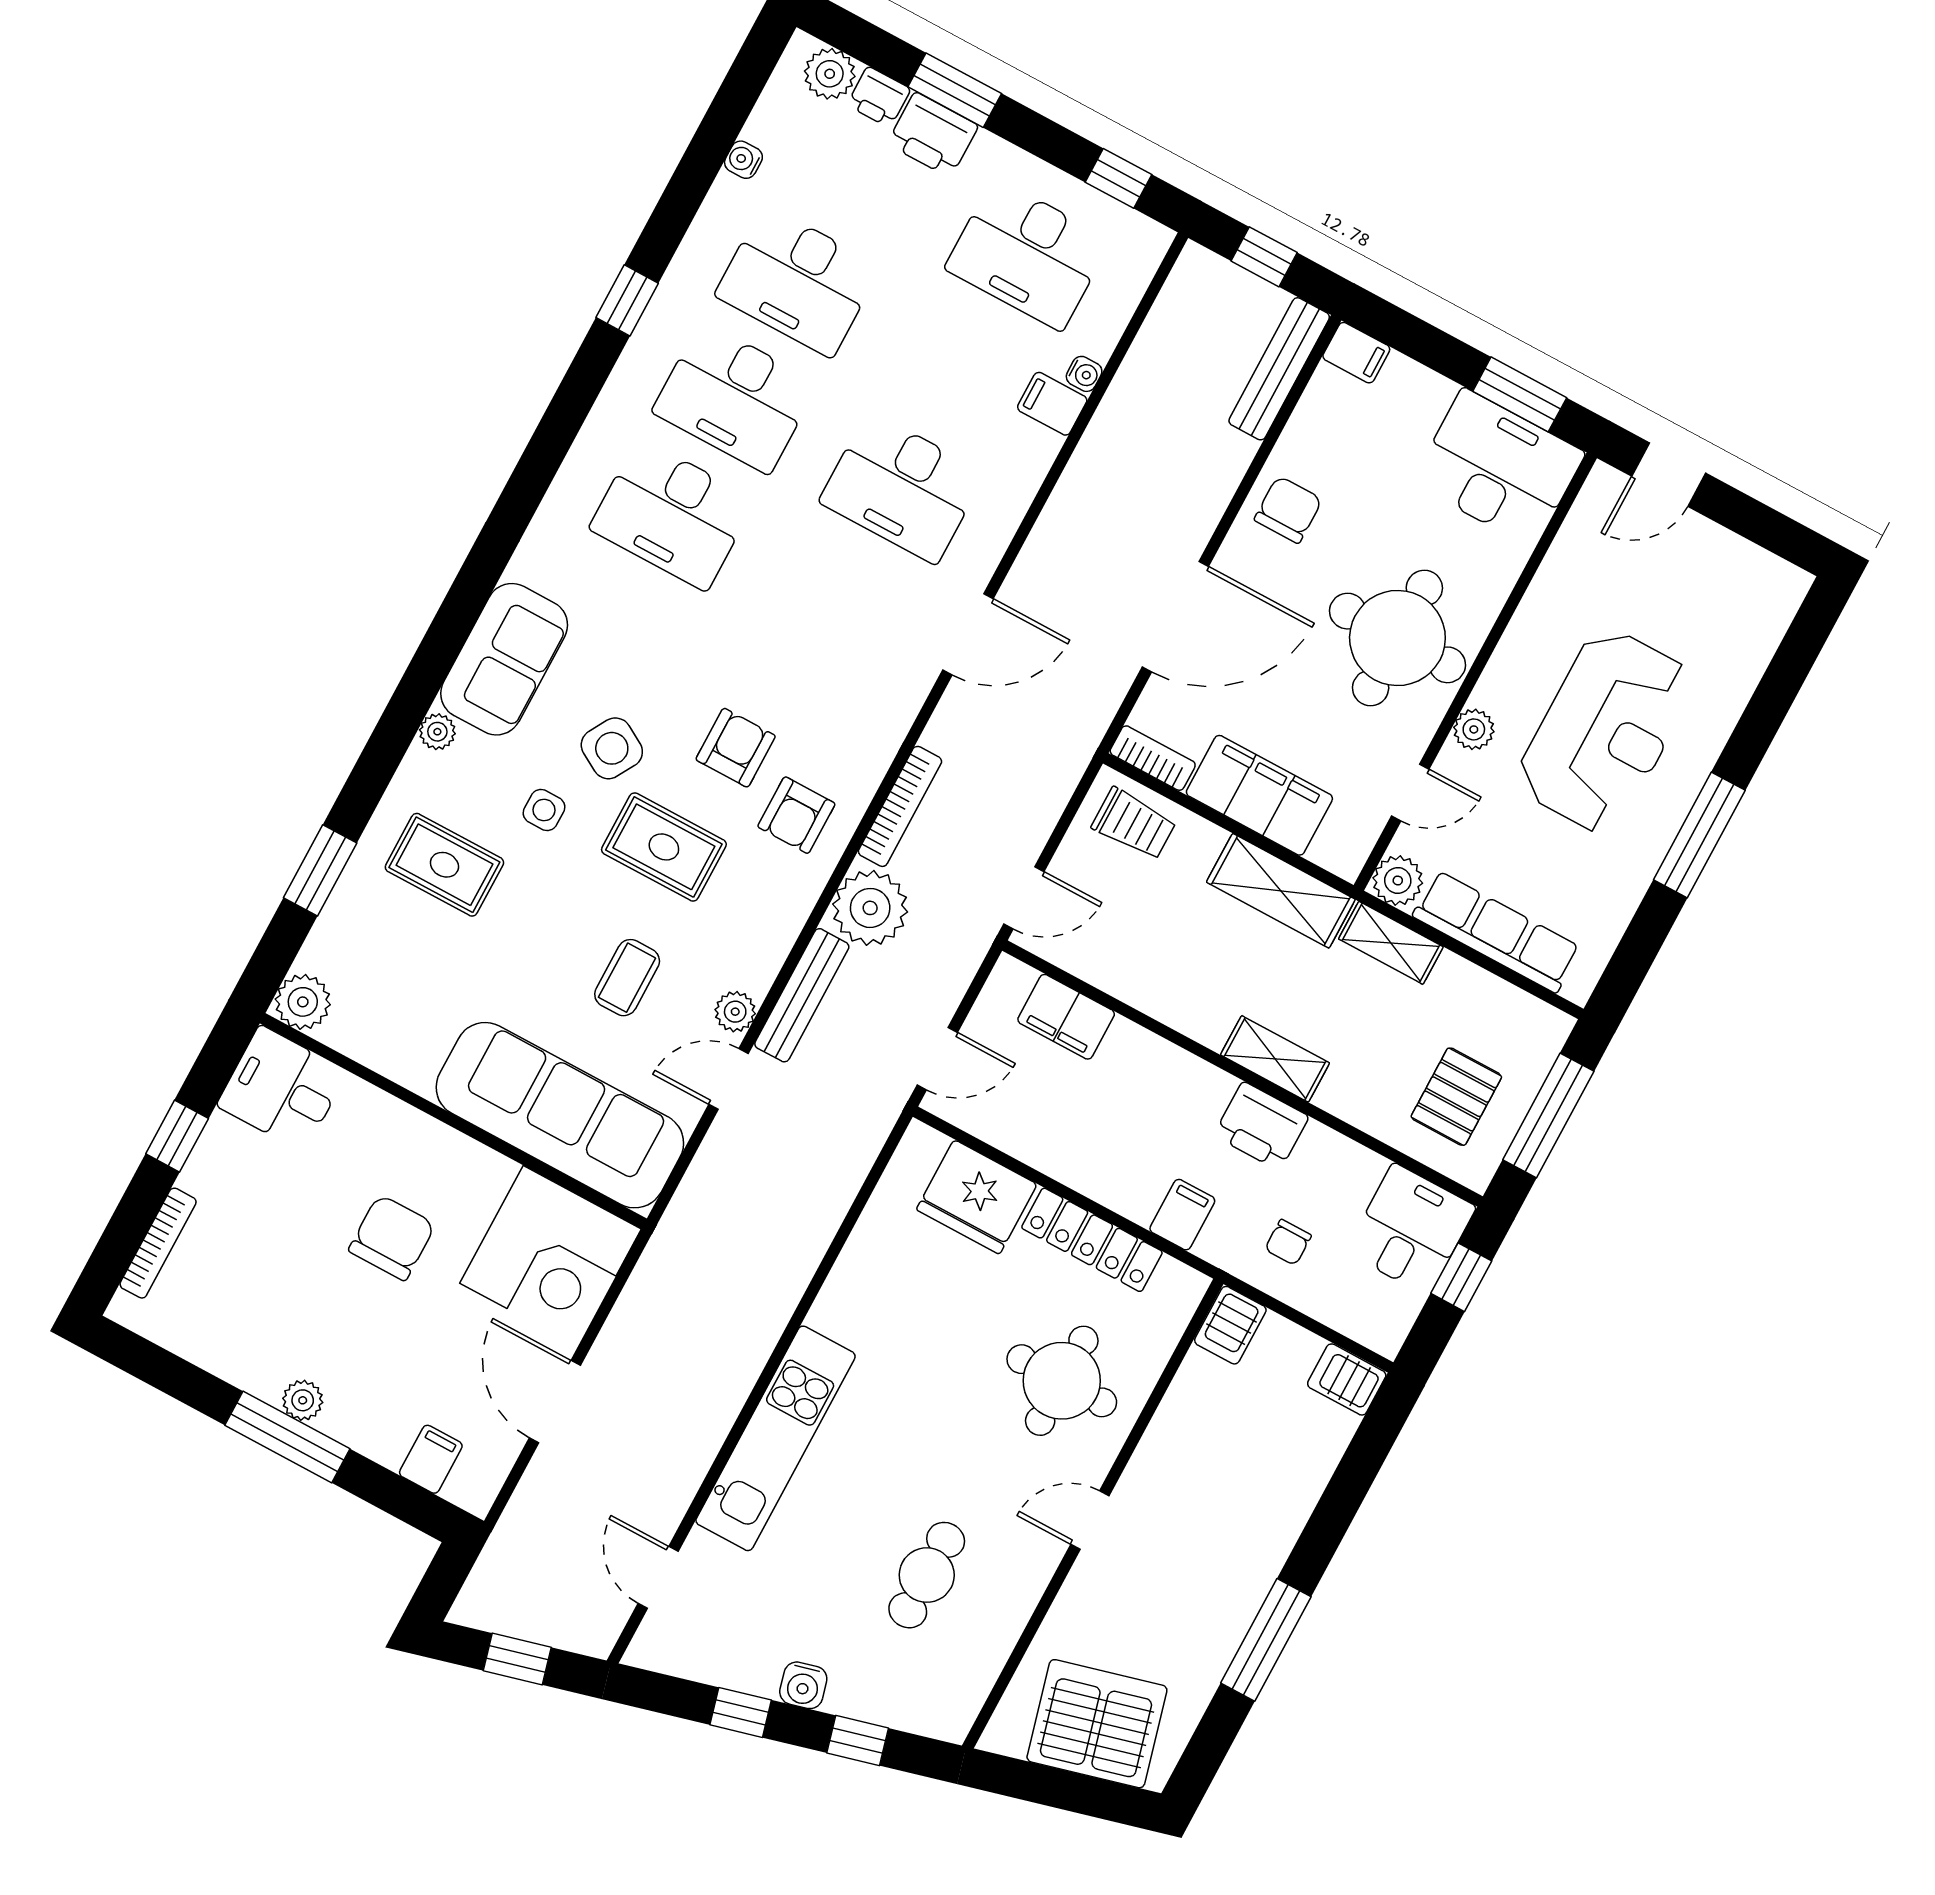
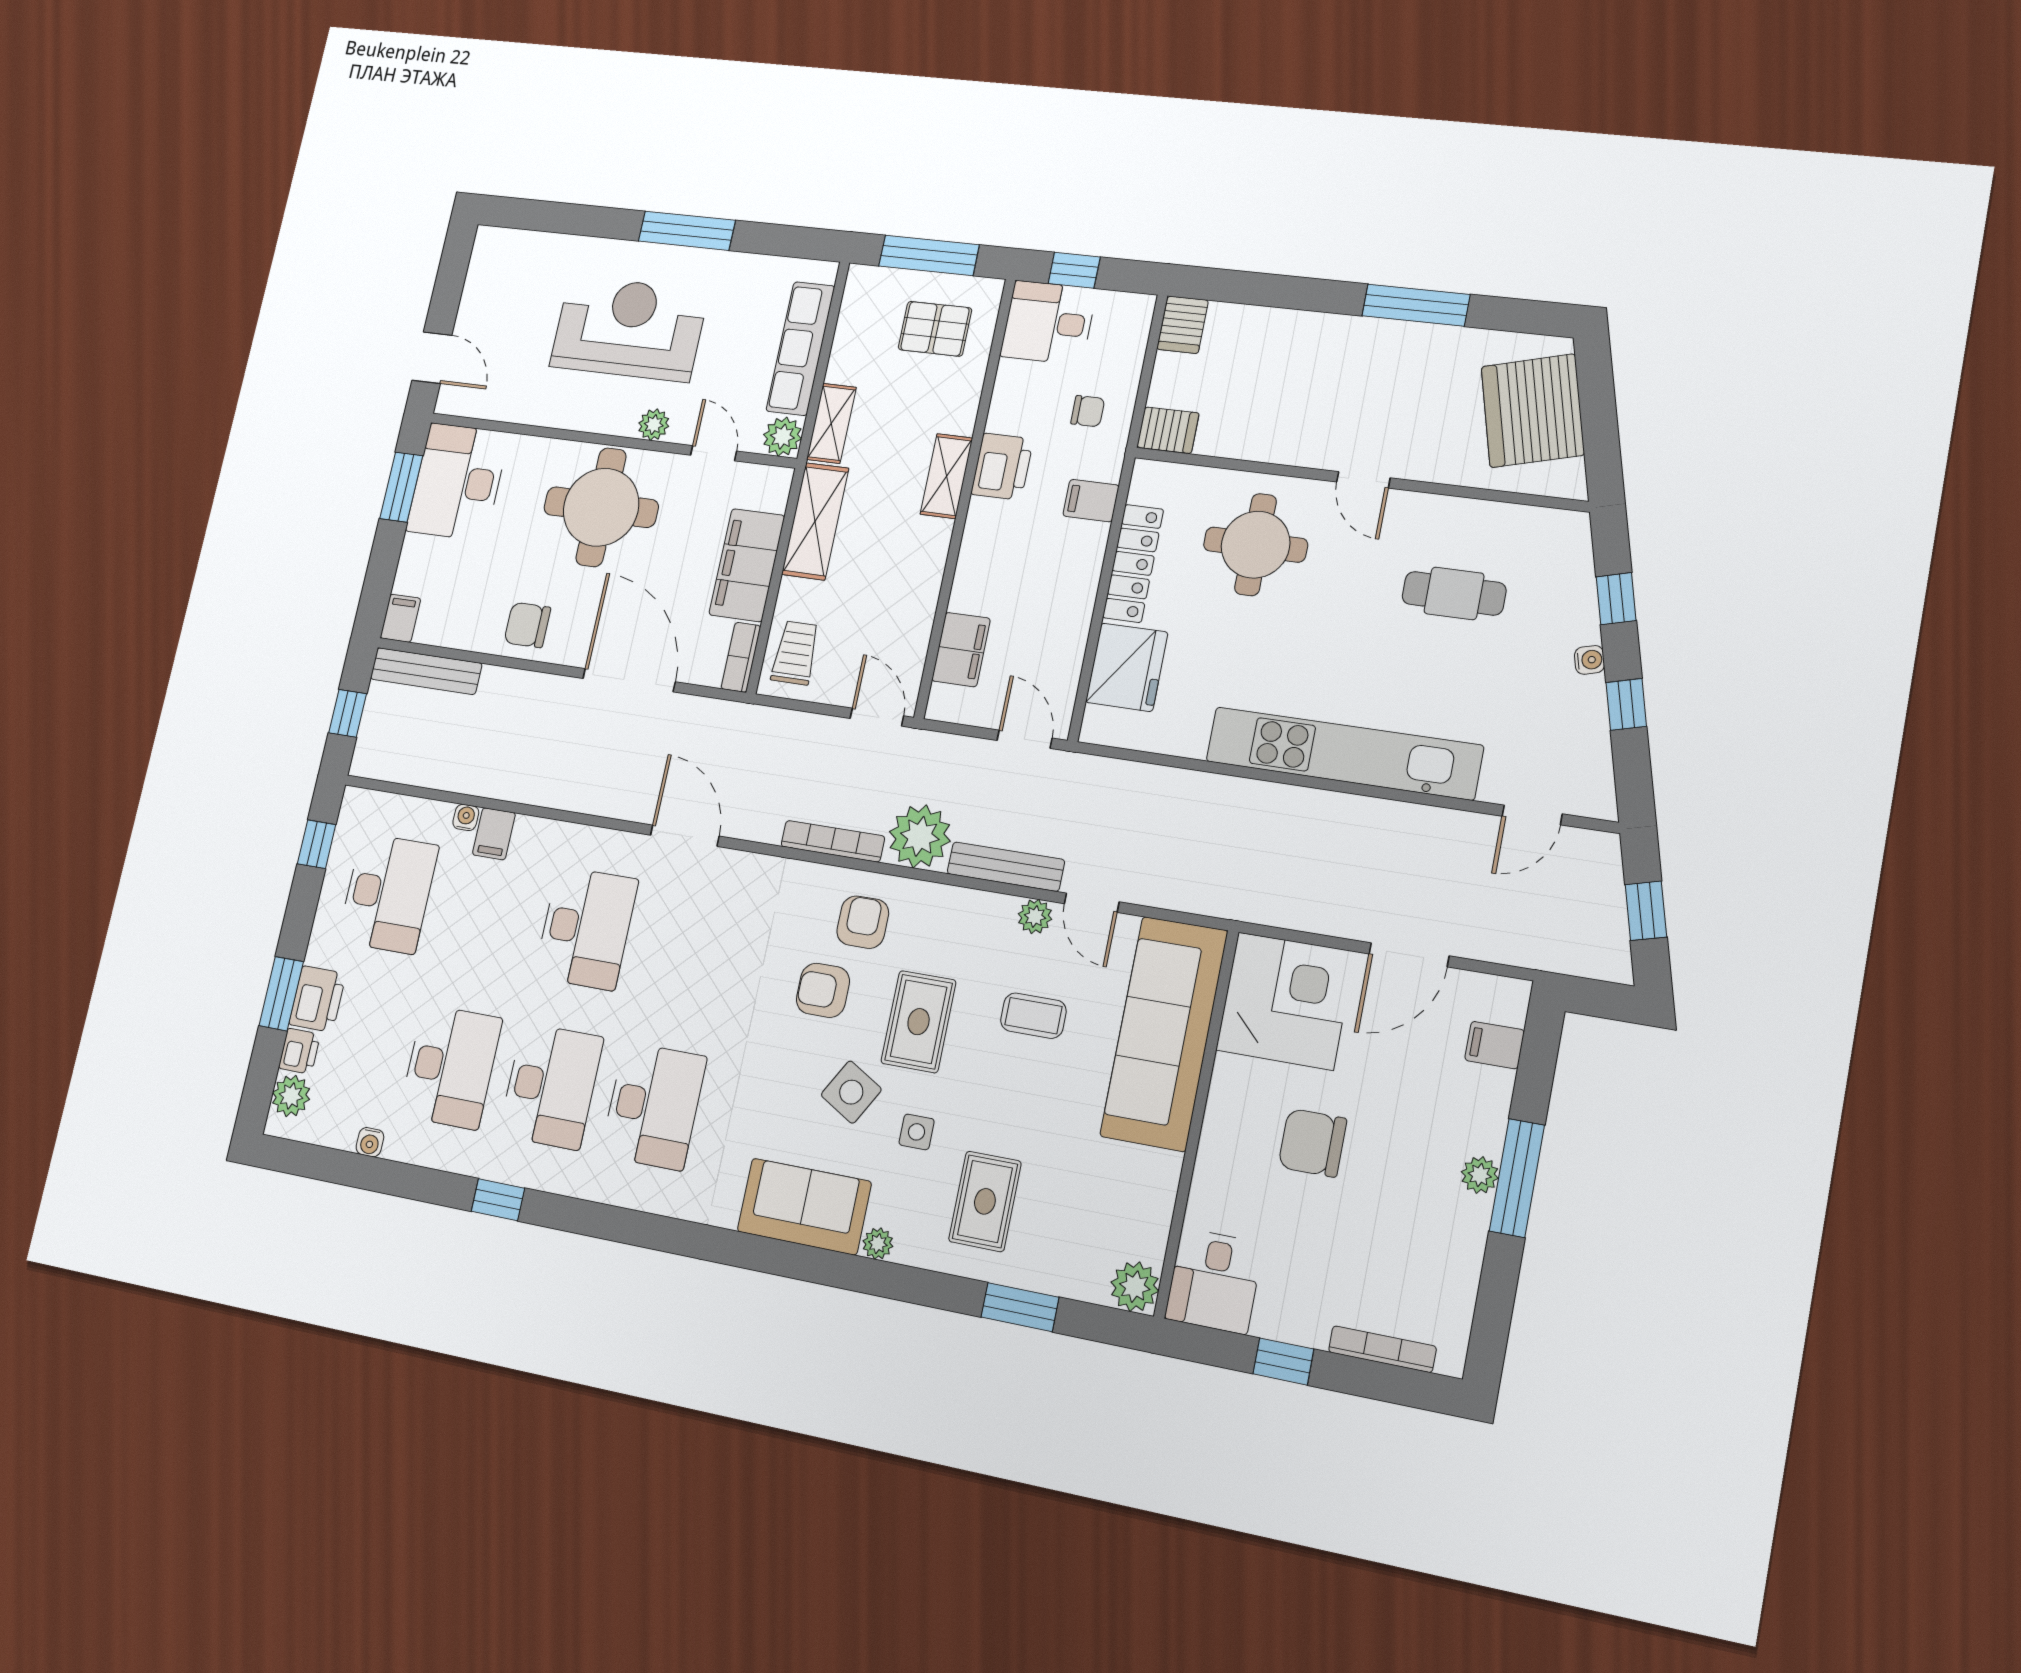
armchair: (796, 815) -> (863, 922), turned -90
kitchen unit: (776, 1438) -> (1344, 753), width x1.36
water cooler: (803, 1685) -> (1589, 660), width x0.72, depth x0.72

